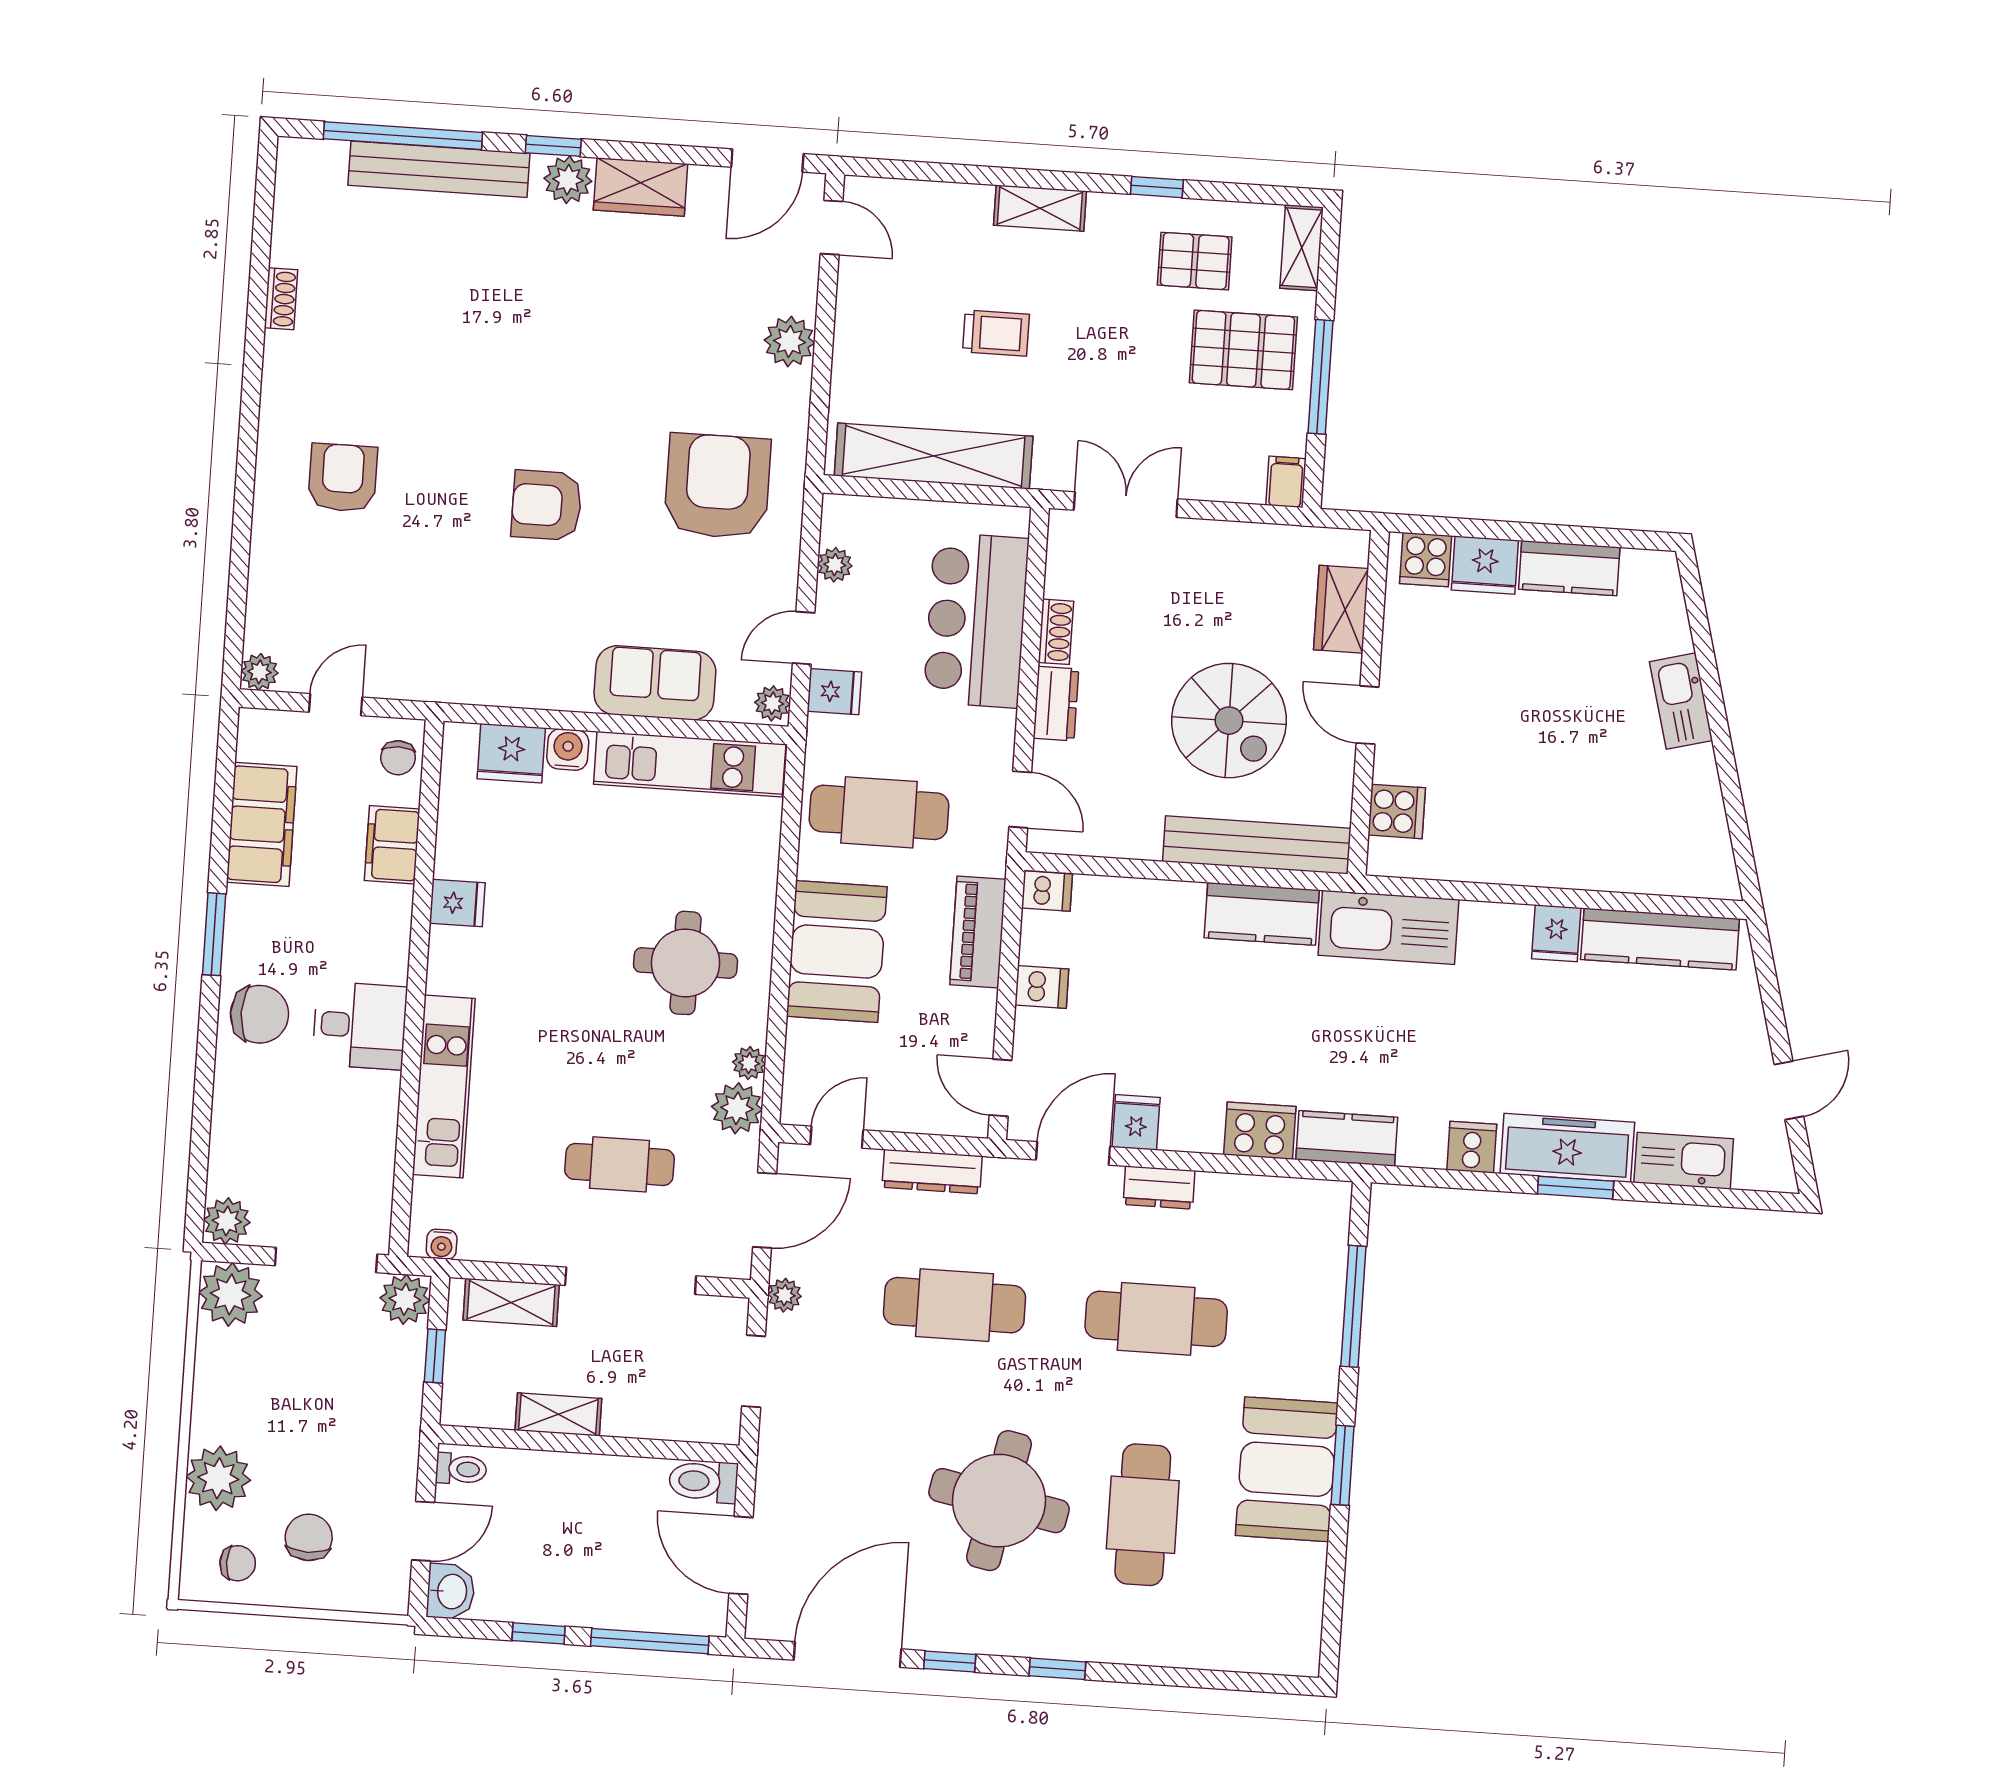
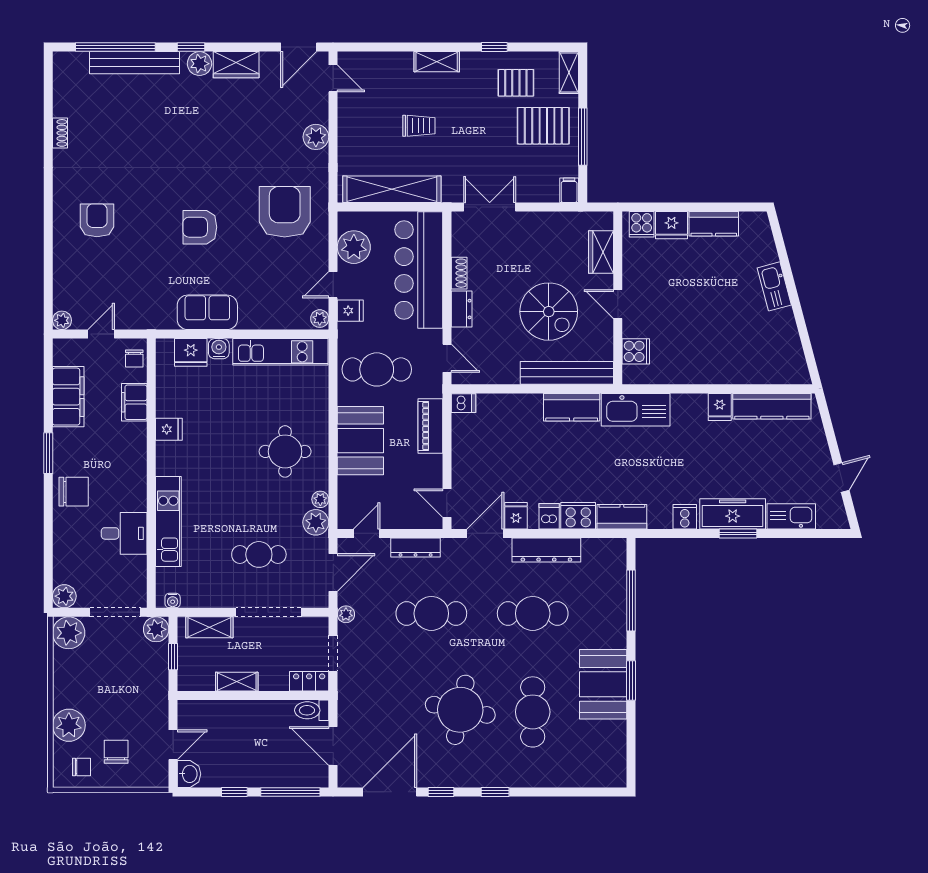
plant: (835, 565) -> (354, 247), width x1.87, depth x1.87
bar counter: (976, 620) -> (419, 270), width x1.36
sofa: (655, 683) -> (207, 312), moved
dishwasher: (1042, 987) -> (549, 516), moved, turned -90
desk: (360, 1026) -> (124, 533), moved
dresser: (1159, 1187) -> (546, 550), width x1.96, depth x1.24
locker: (702, 1424) -> (309, 681), added
toilet: (461, 1469) -> (190, 712), removed

